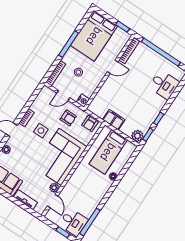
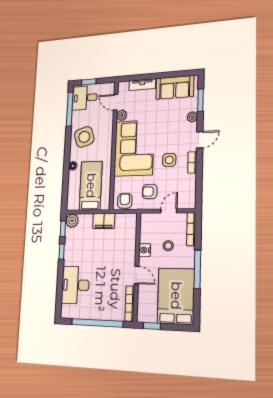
door: (113, 67) -> (137, 275), swing flipped
desk: (164, 85) -> (75, 285), width x1.37
nightstand: (83, 101) -> (145, 250), moved
side table: (91, 192) -> (84, 137), added

